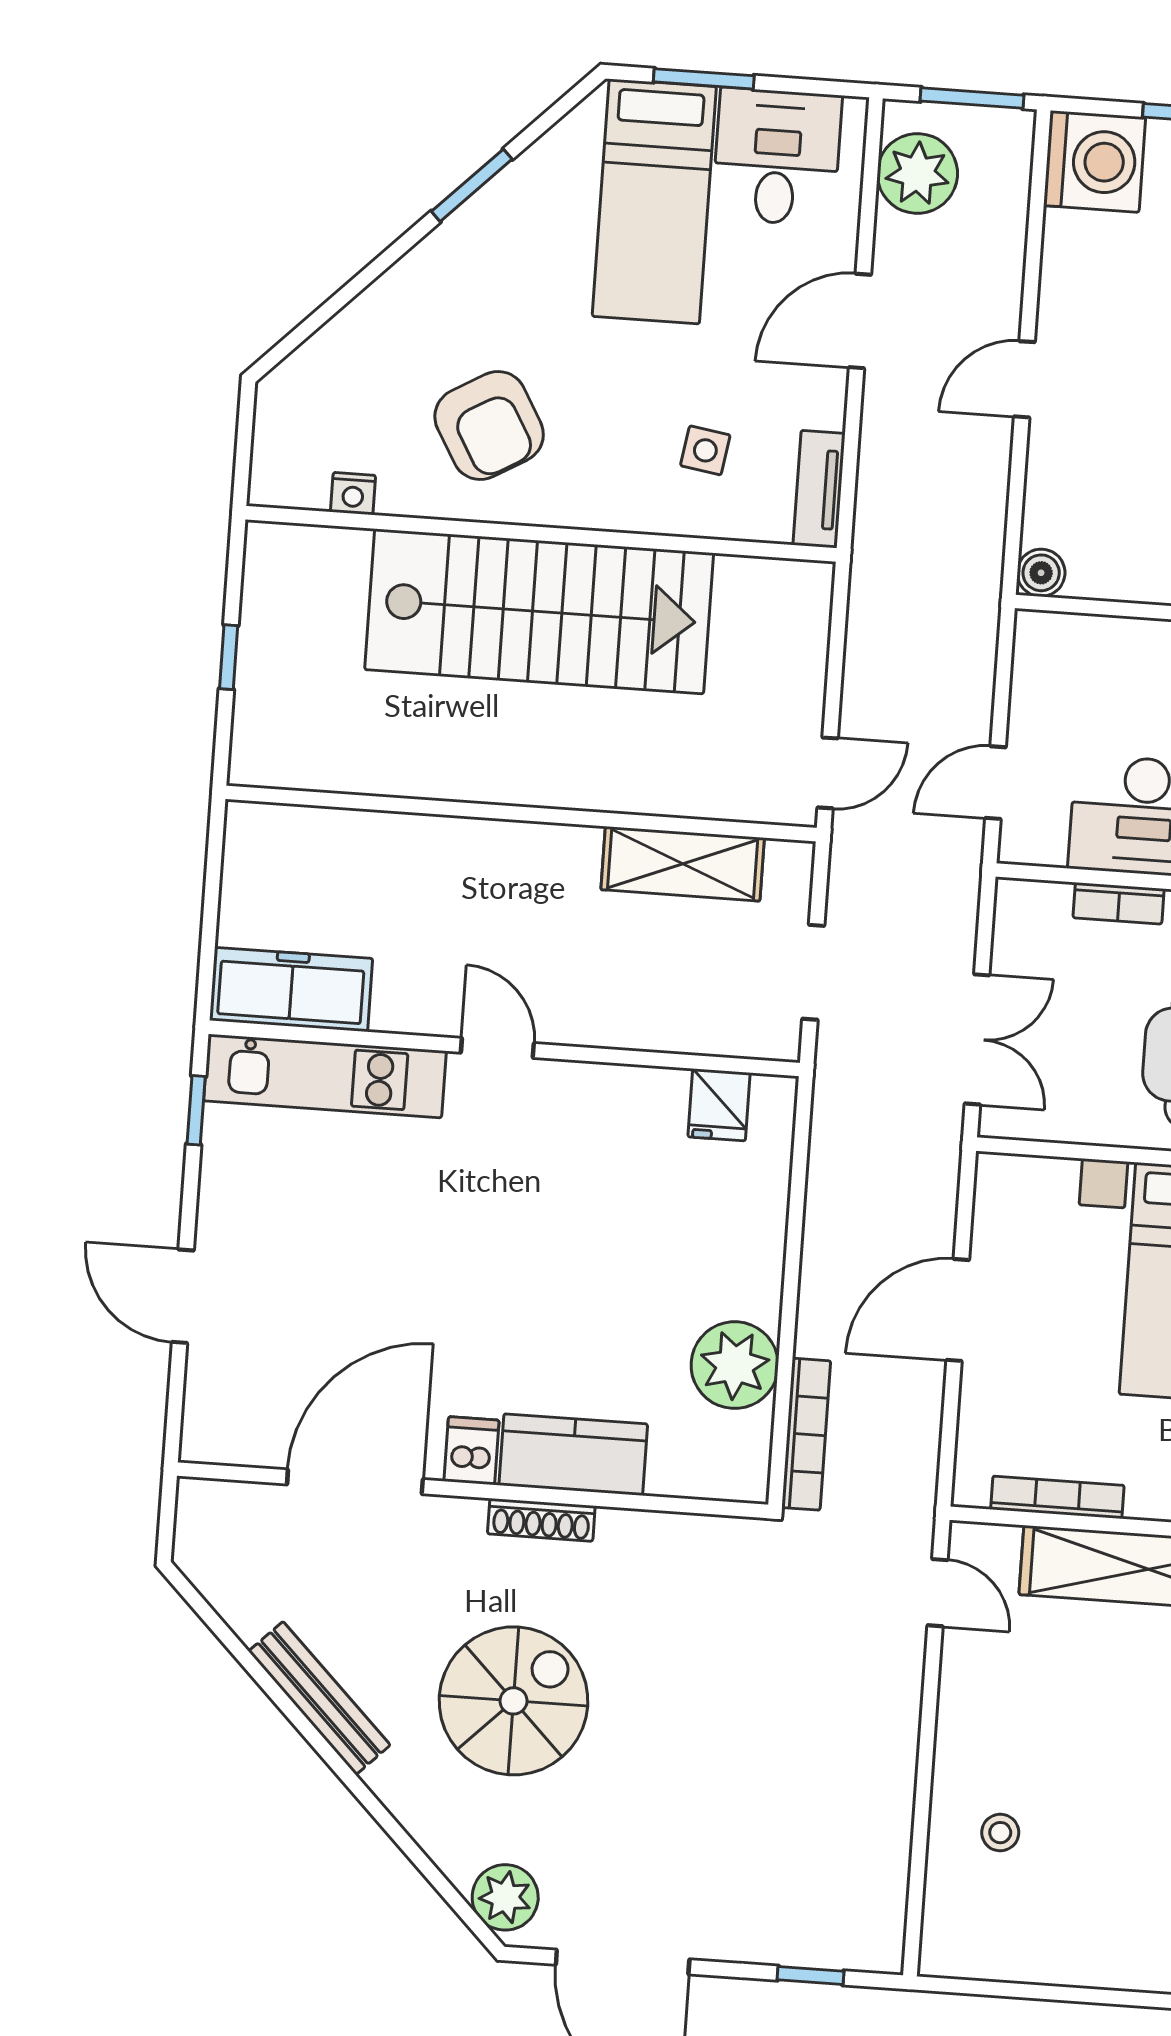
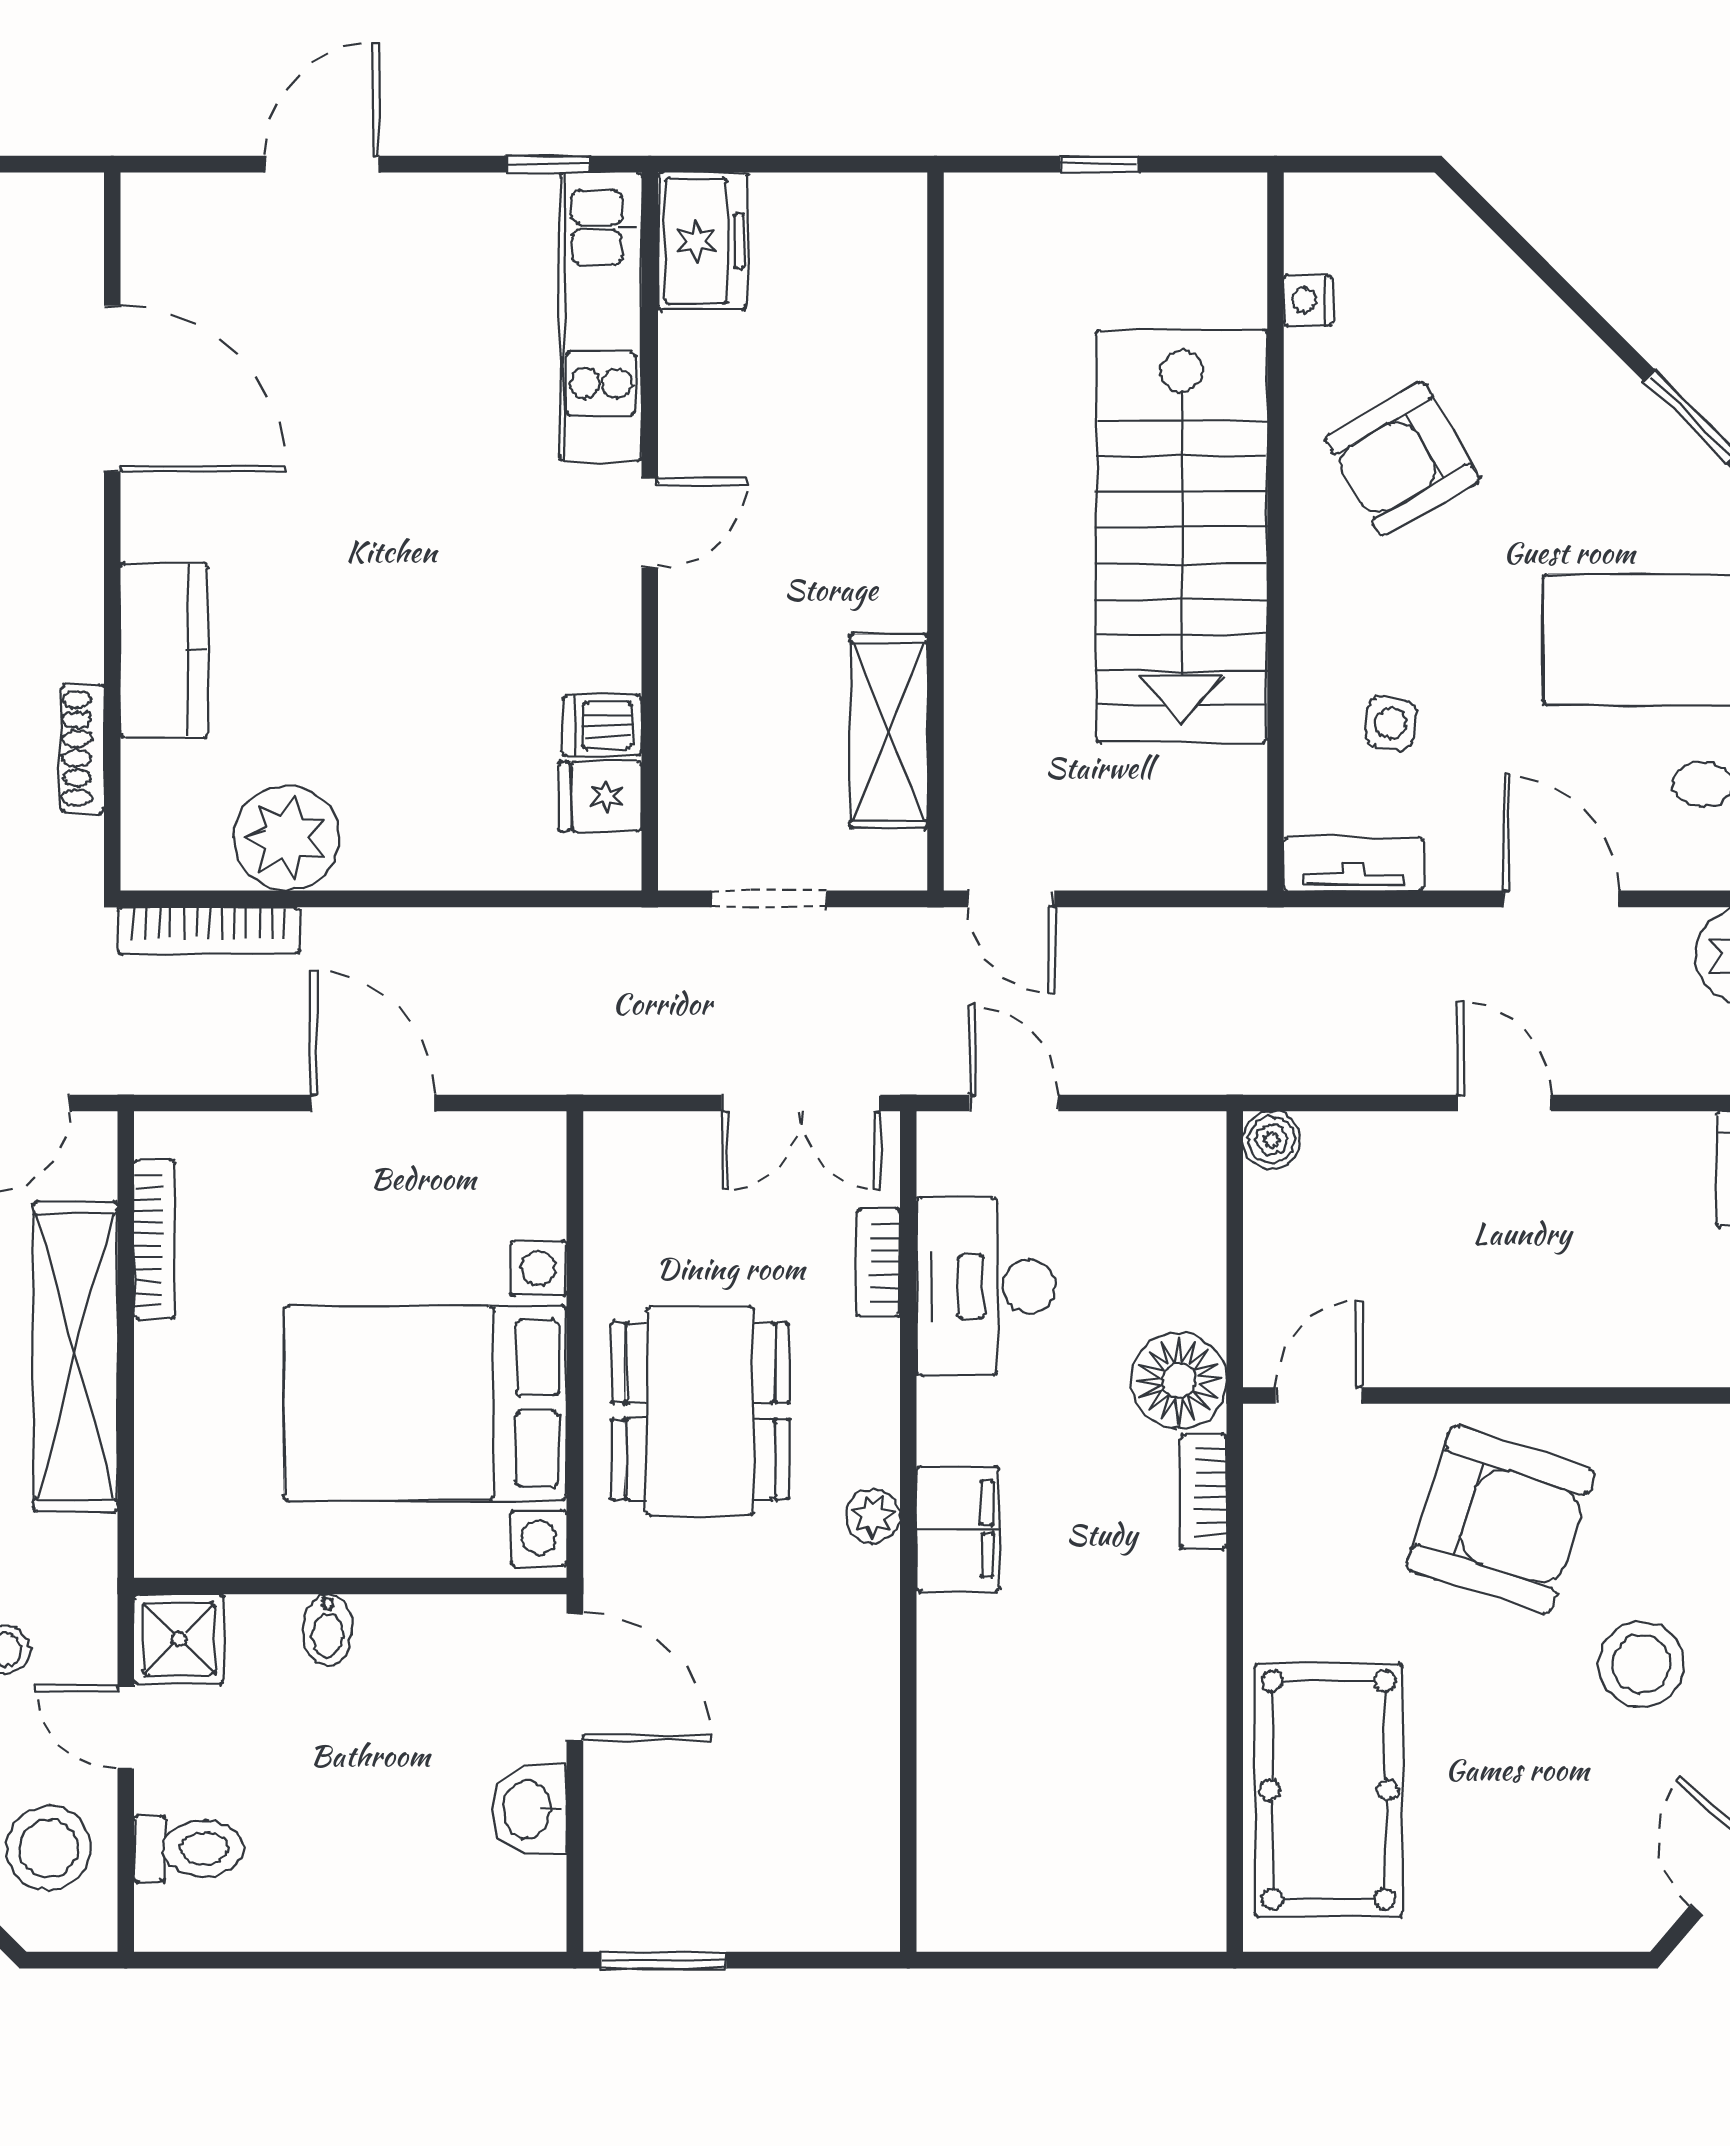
freezer: (291, 989) -> (702, 241), width x0.71
double door: (977, 1039) -> (801, 1103), moved
dishwasher: (472, 1451) -> (602, 725), moved, turned 180
shoe rack: (541, 1520) -> (82, 749), moved

